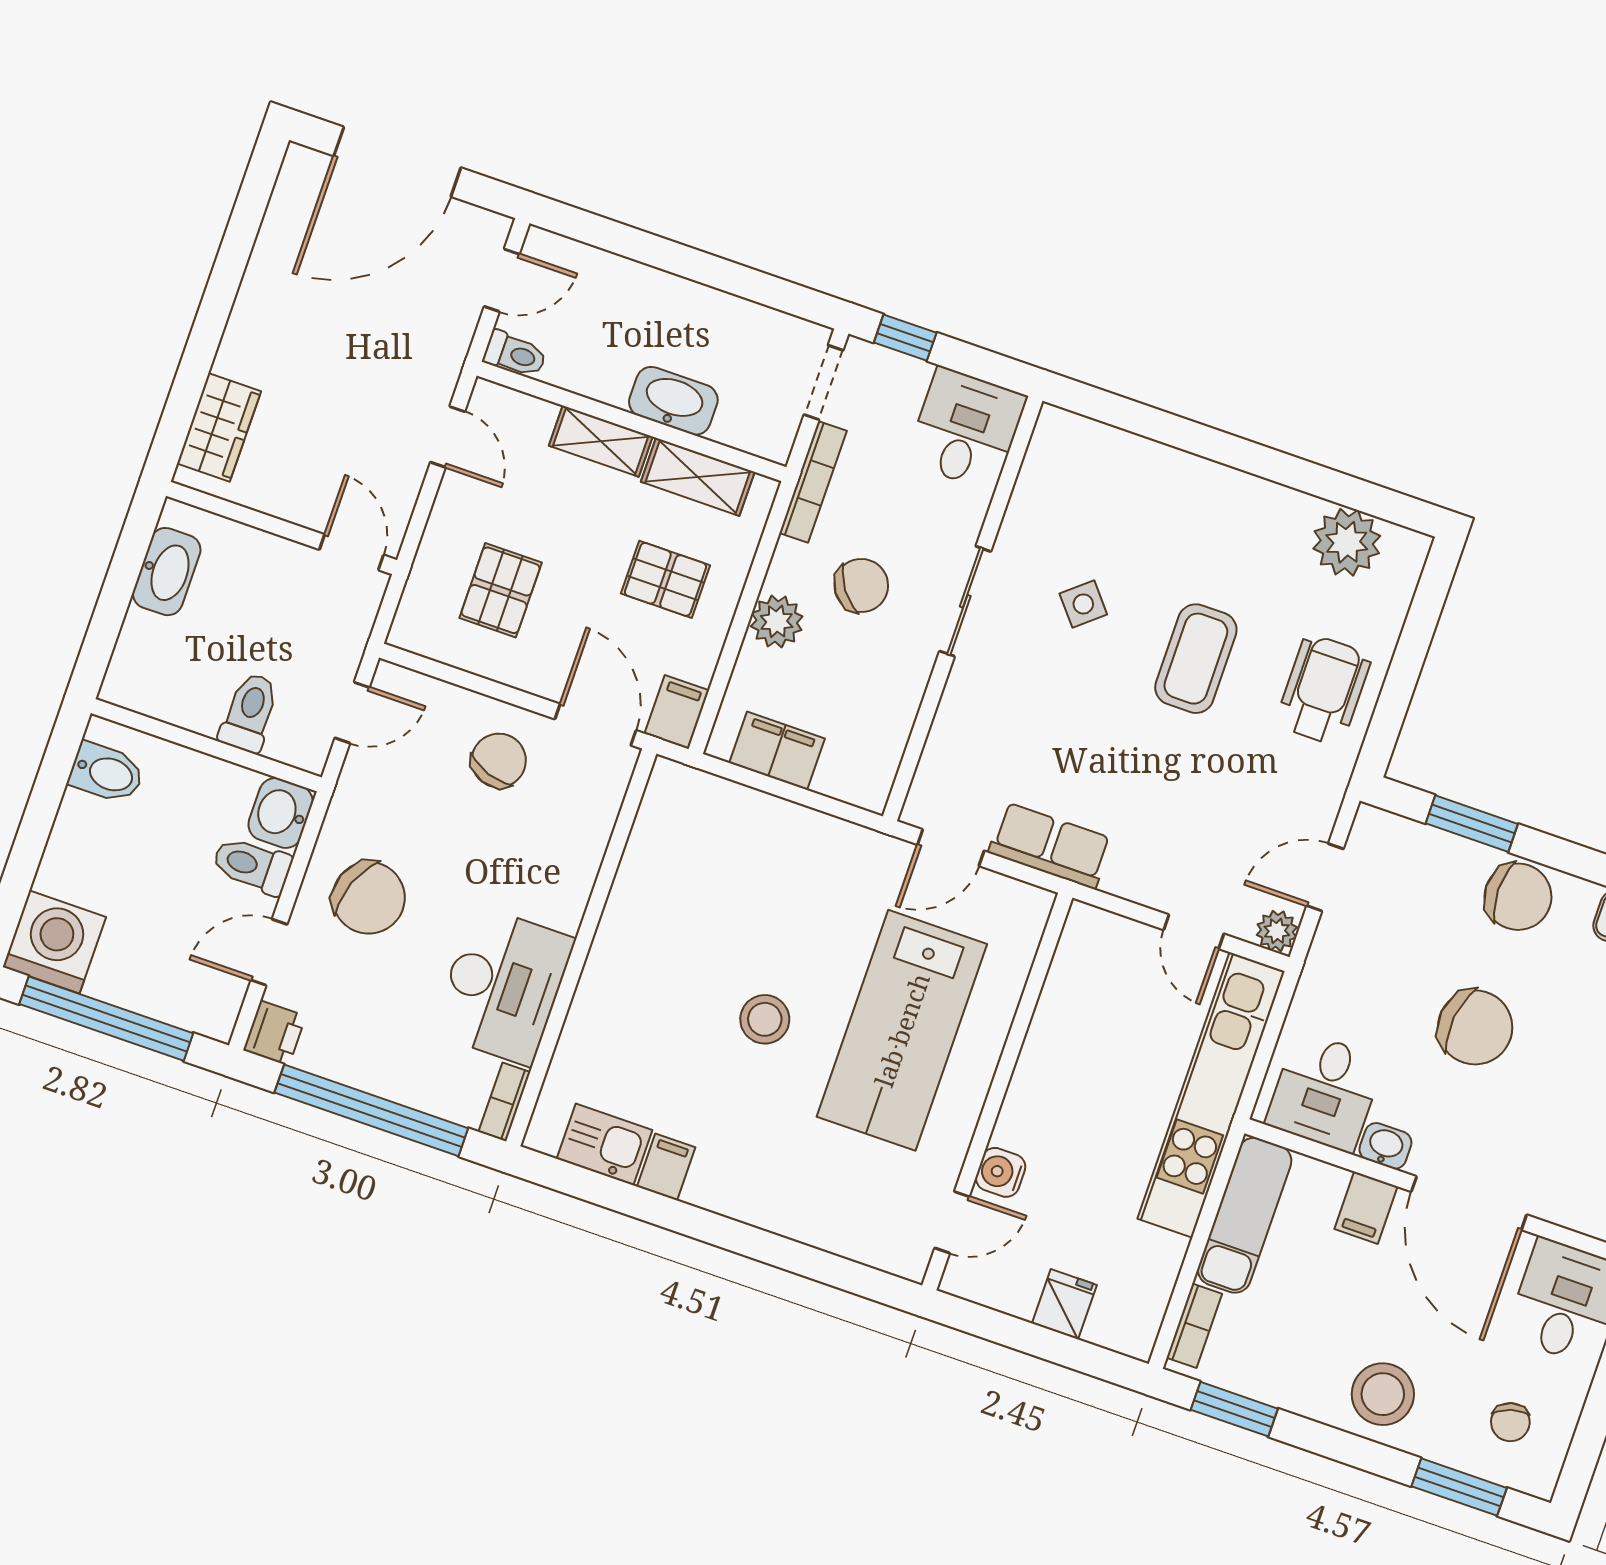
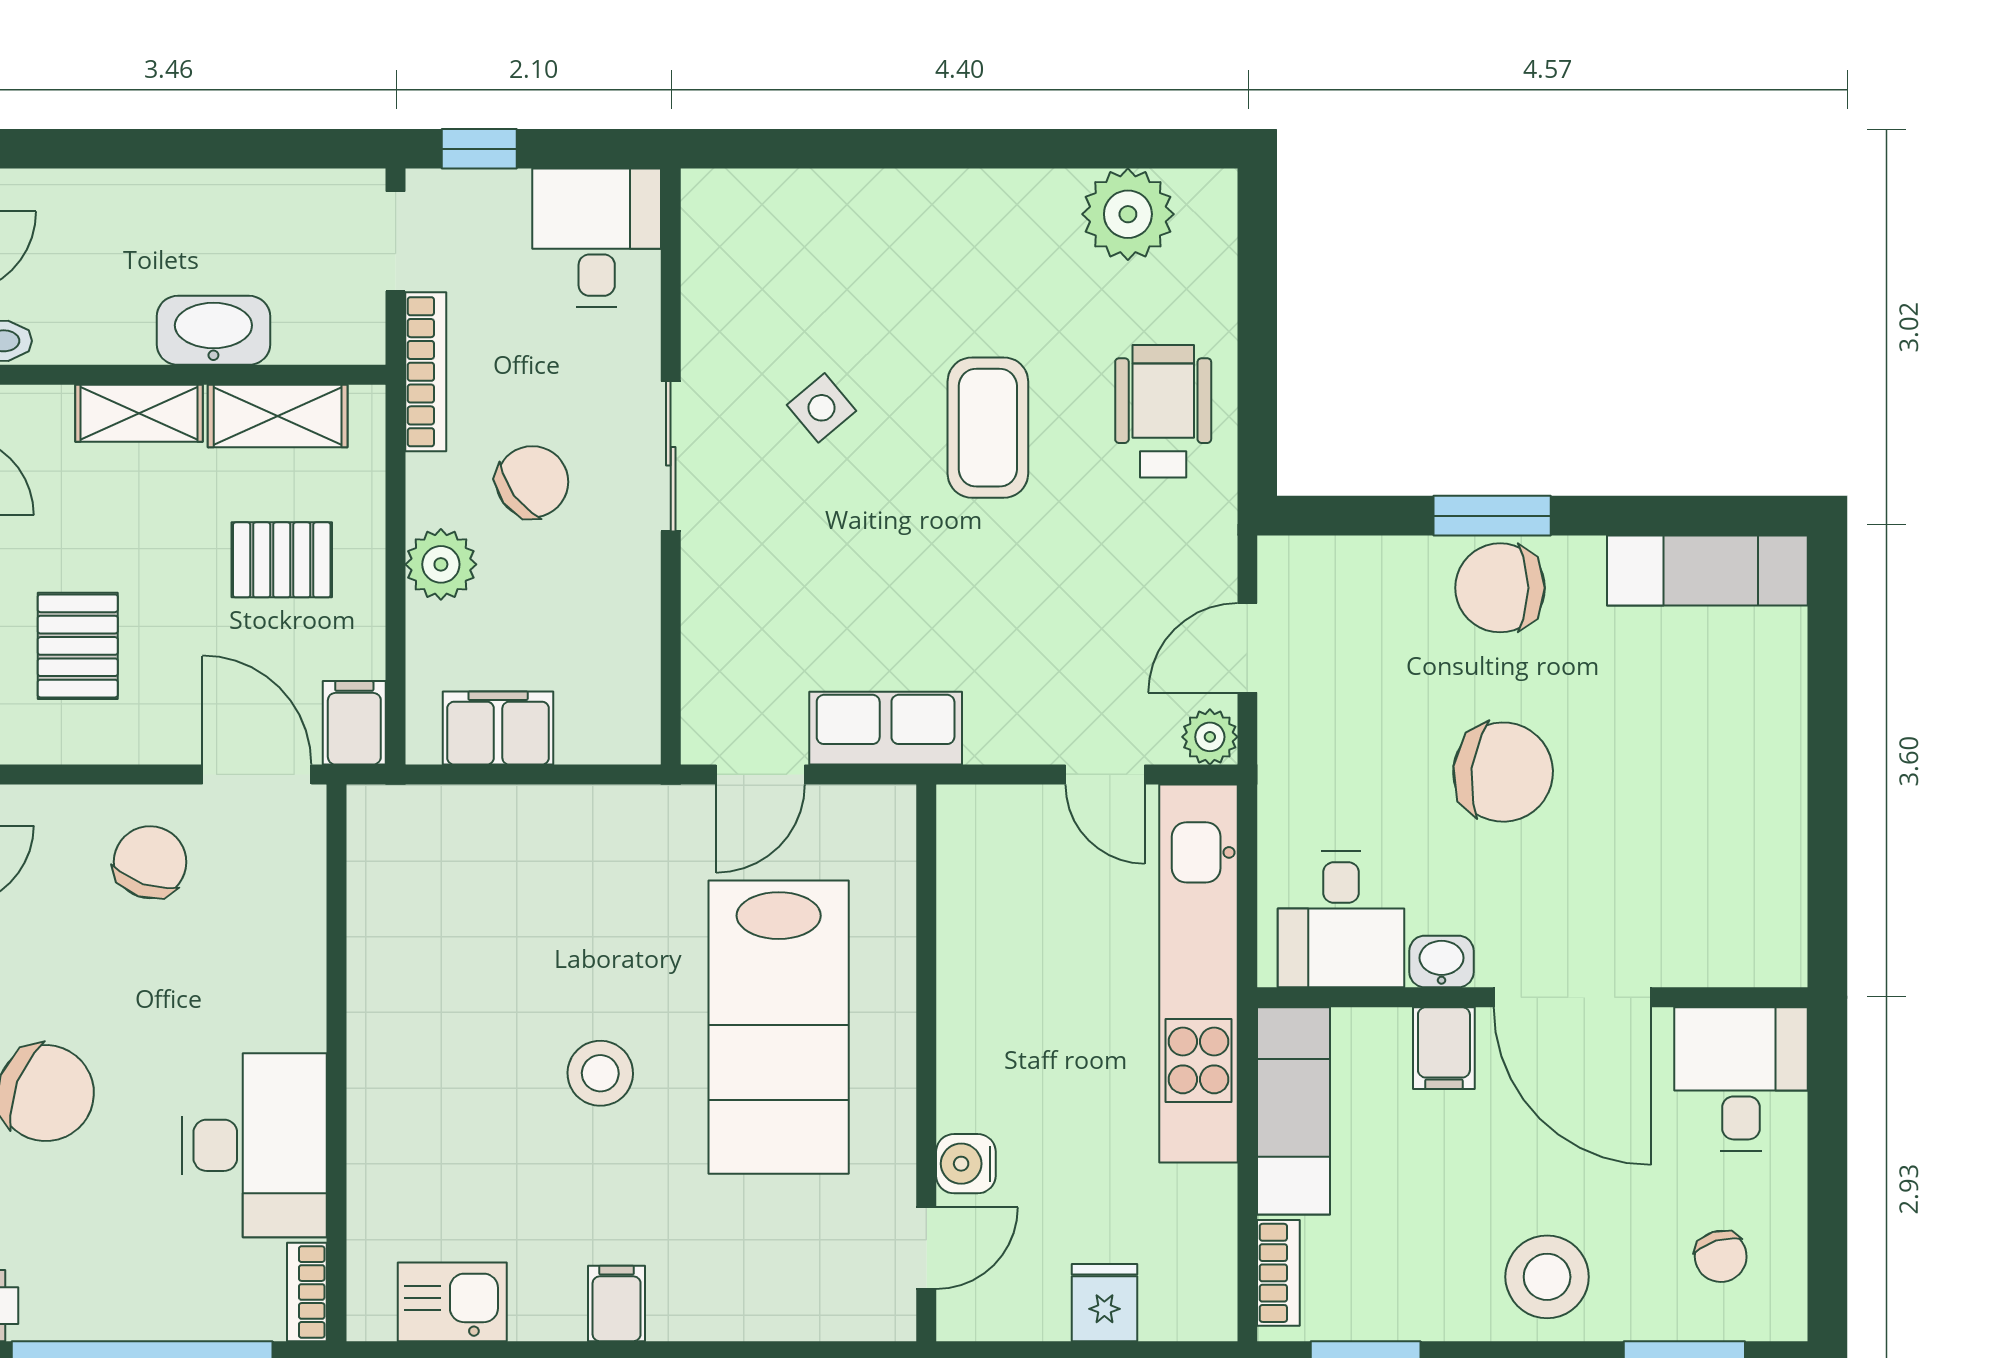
window: (1472, 824) -> (1492, 516), moved
chair: (1518, 897) -> (1500, 588), turned 180
filing cabinet: (666, 1167) -> (617, 1303), moved

